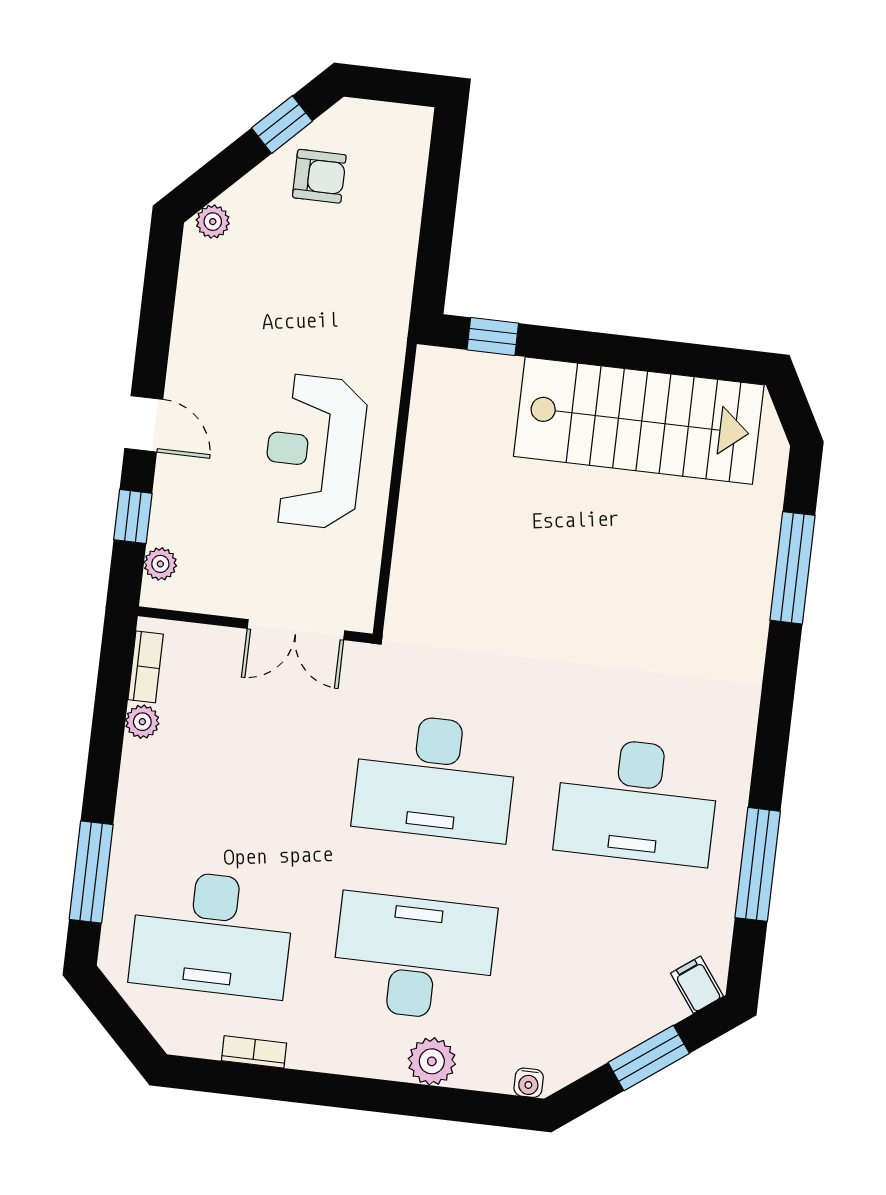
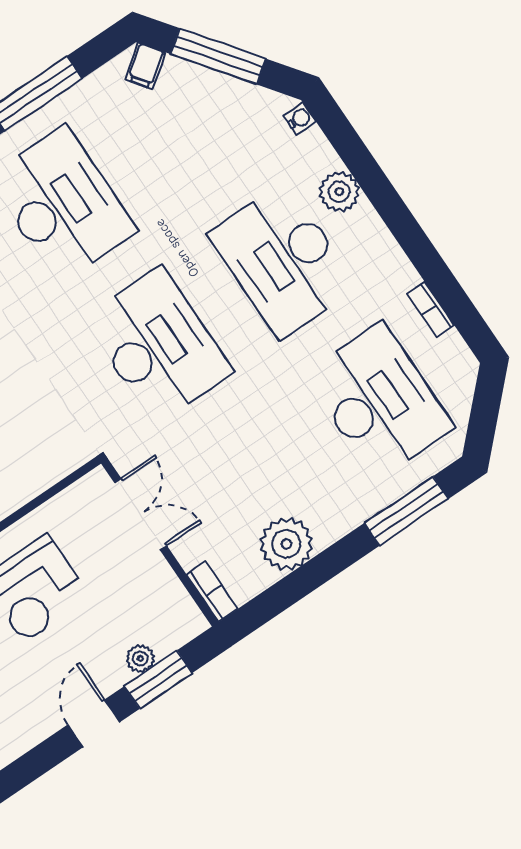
window: (133, 516) -> (158, 679), width x1.50
plant: (160, 564) -> (140, 658), moved
bookcase: (146, 667) -> (212, 591), moved, turned 90
plant: (142, 722) -> (286, 544), width x1.87, depth x1.87
window: (649, 1058) -> (218, 56), width x1.44

